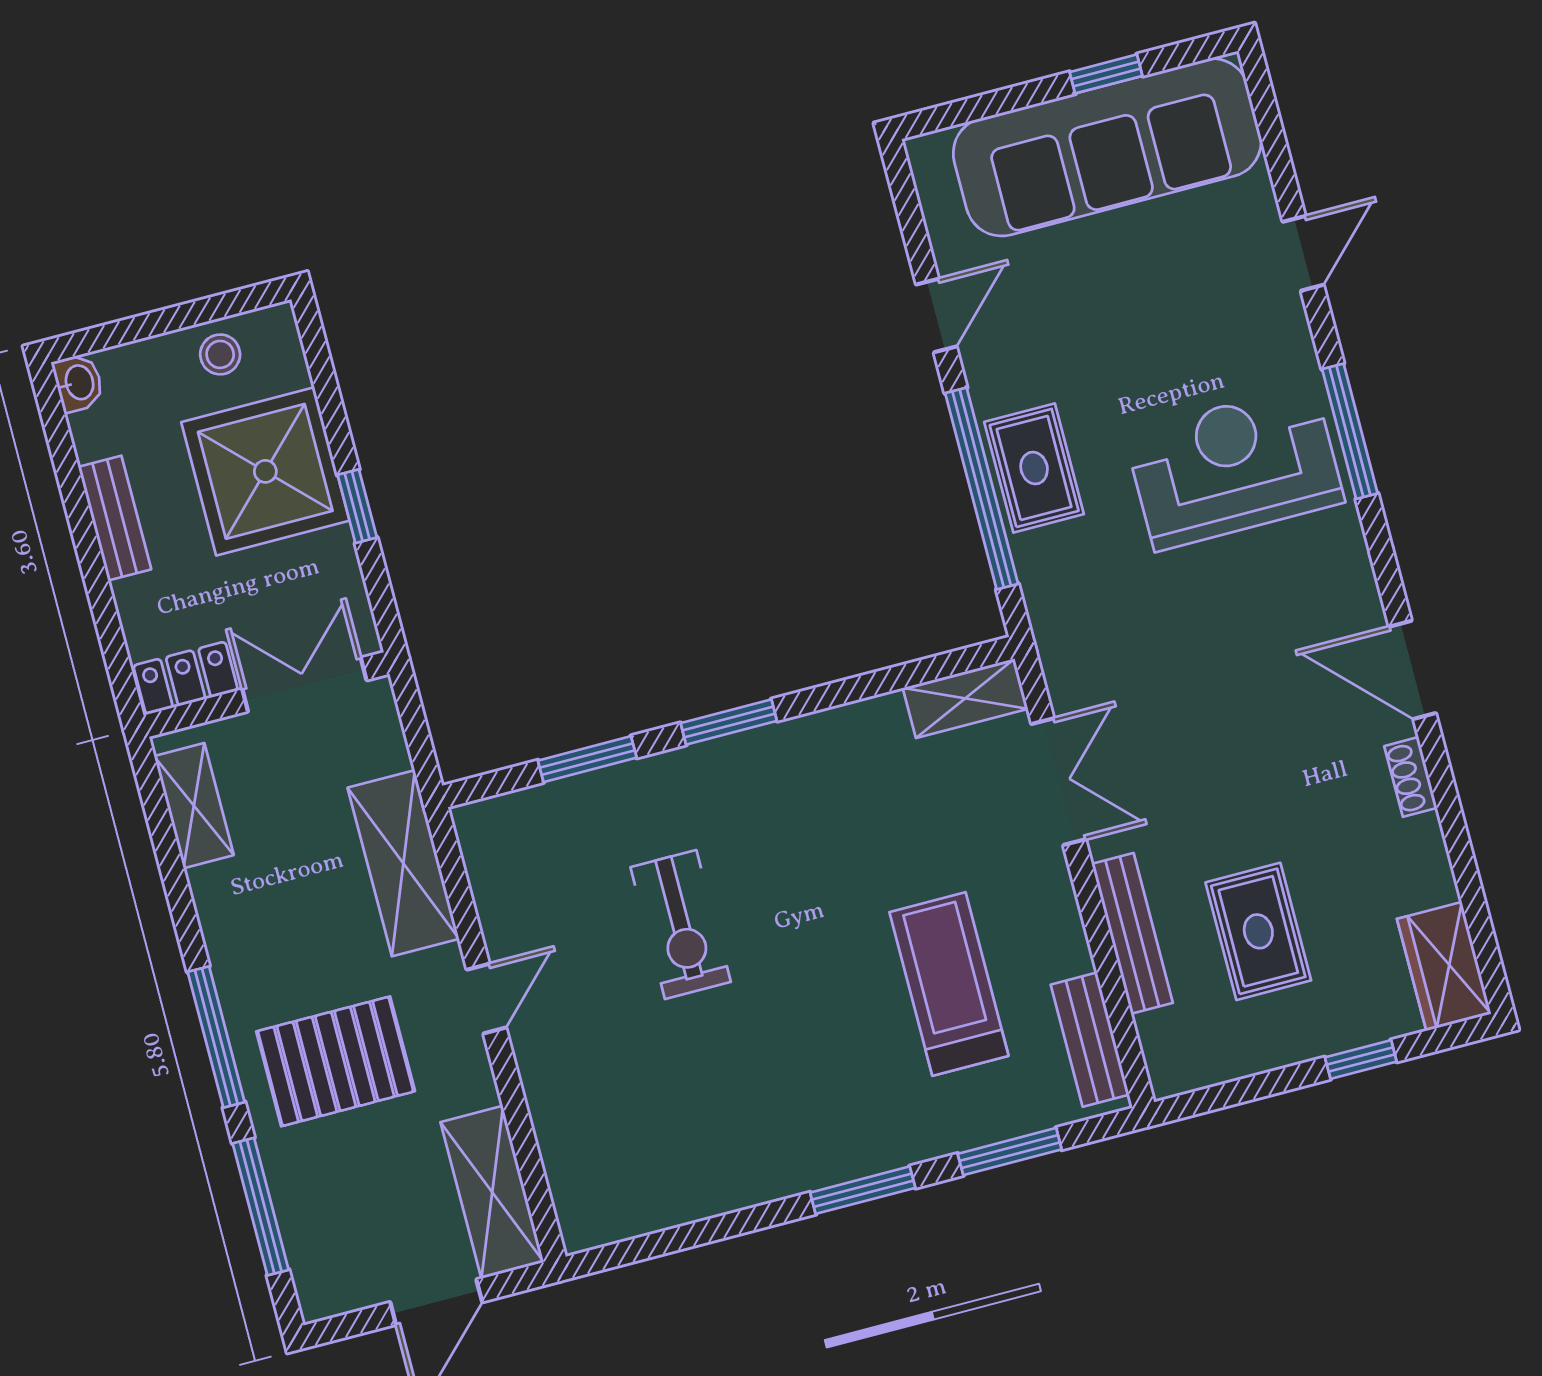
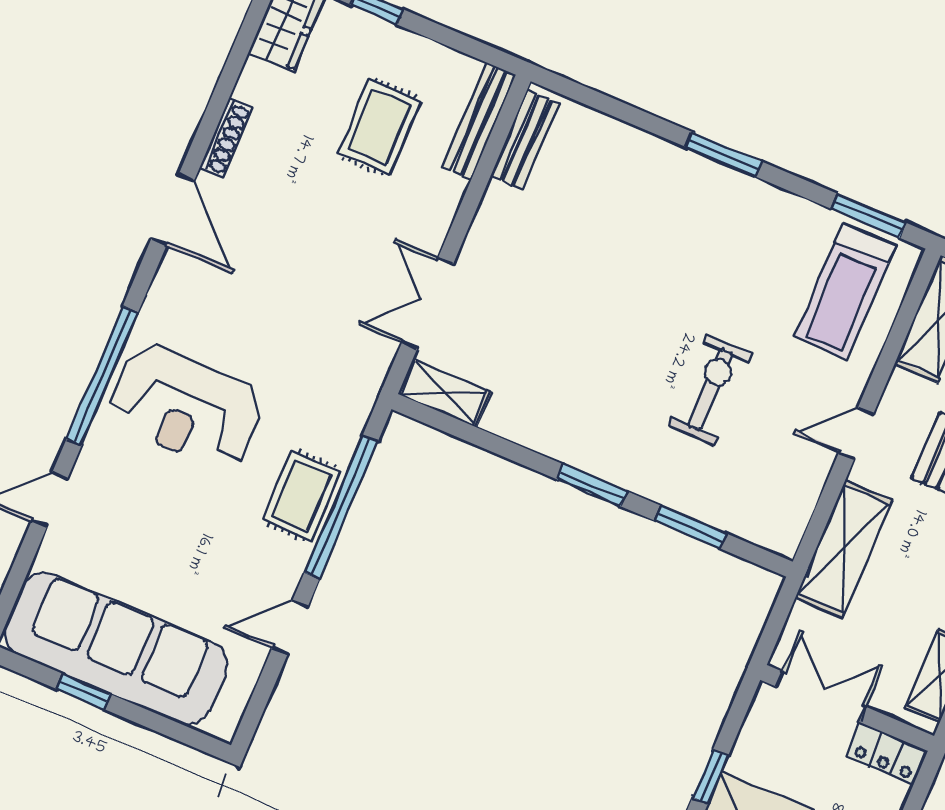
window: (1350, 431) -> (102, 376), width x1.46
double door: (304, 685) -> (821, 697), swing flipped
shoe rack: (1411, 777) -> (226, 138), width x1.43
bench: (1132, 933) -> (479, 121), moved
treadmill: (949, 984) -> (845, 291), moved
window: (1010, 1152) -> (868, 216), moved

